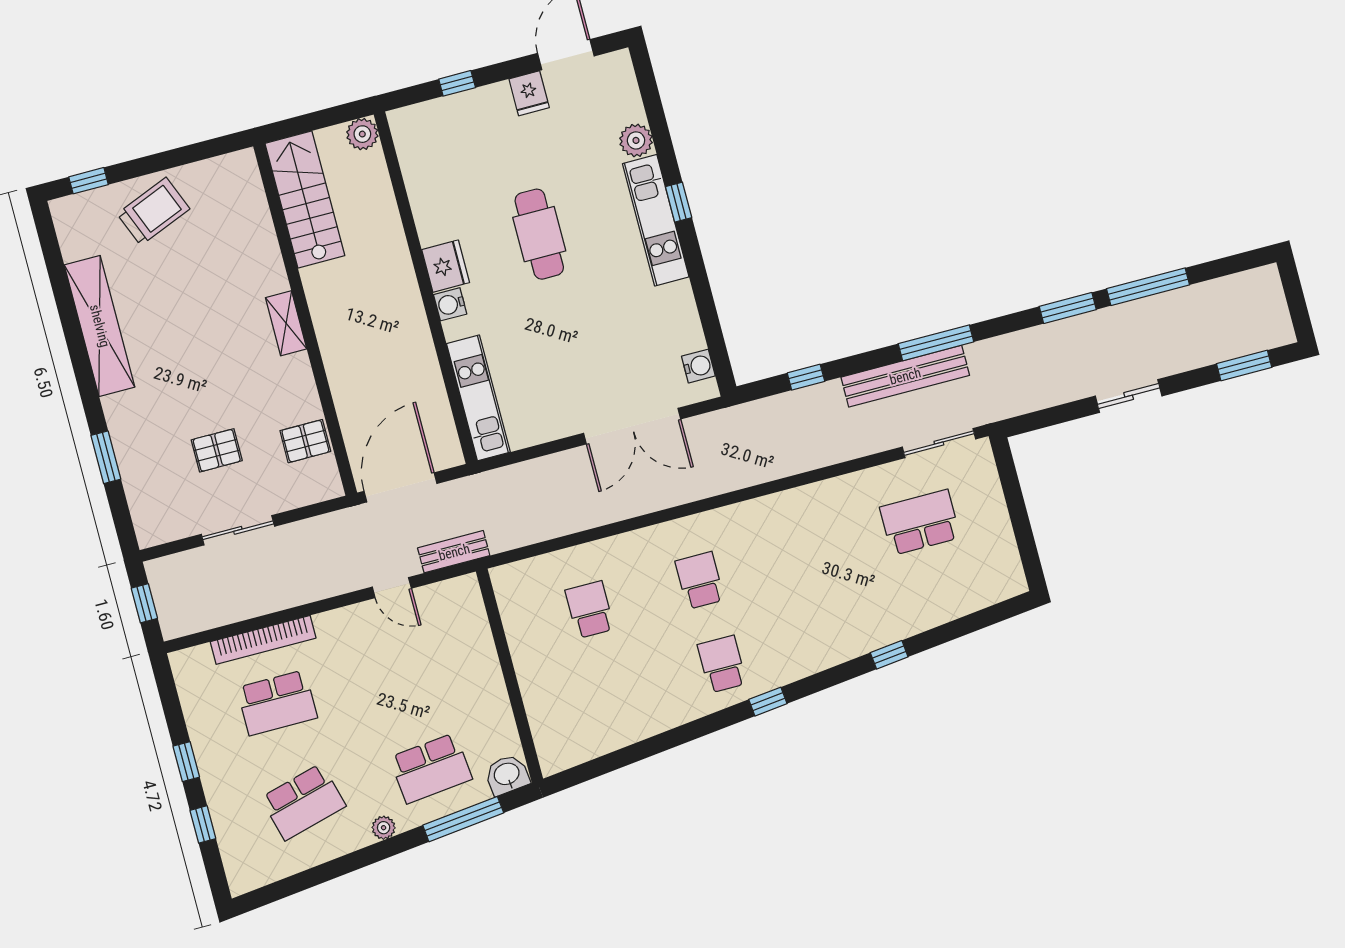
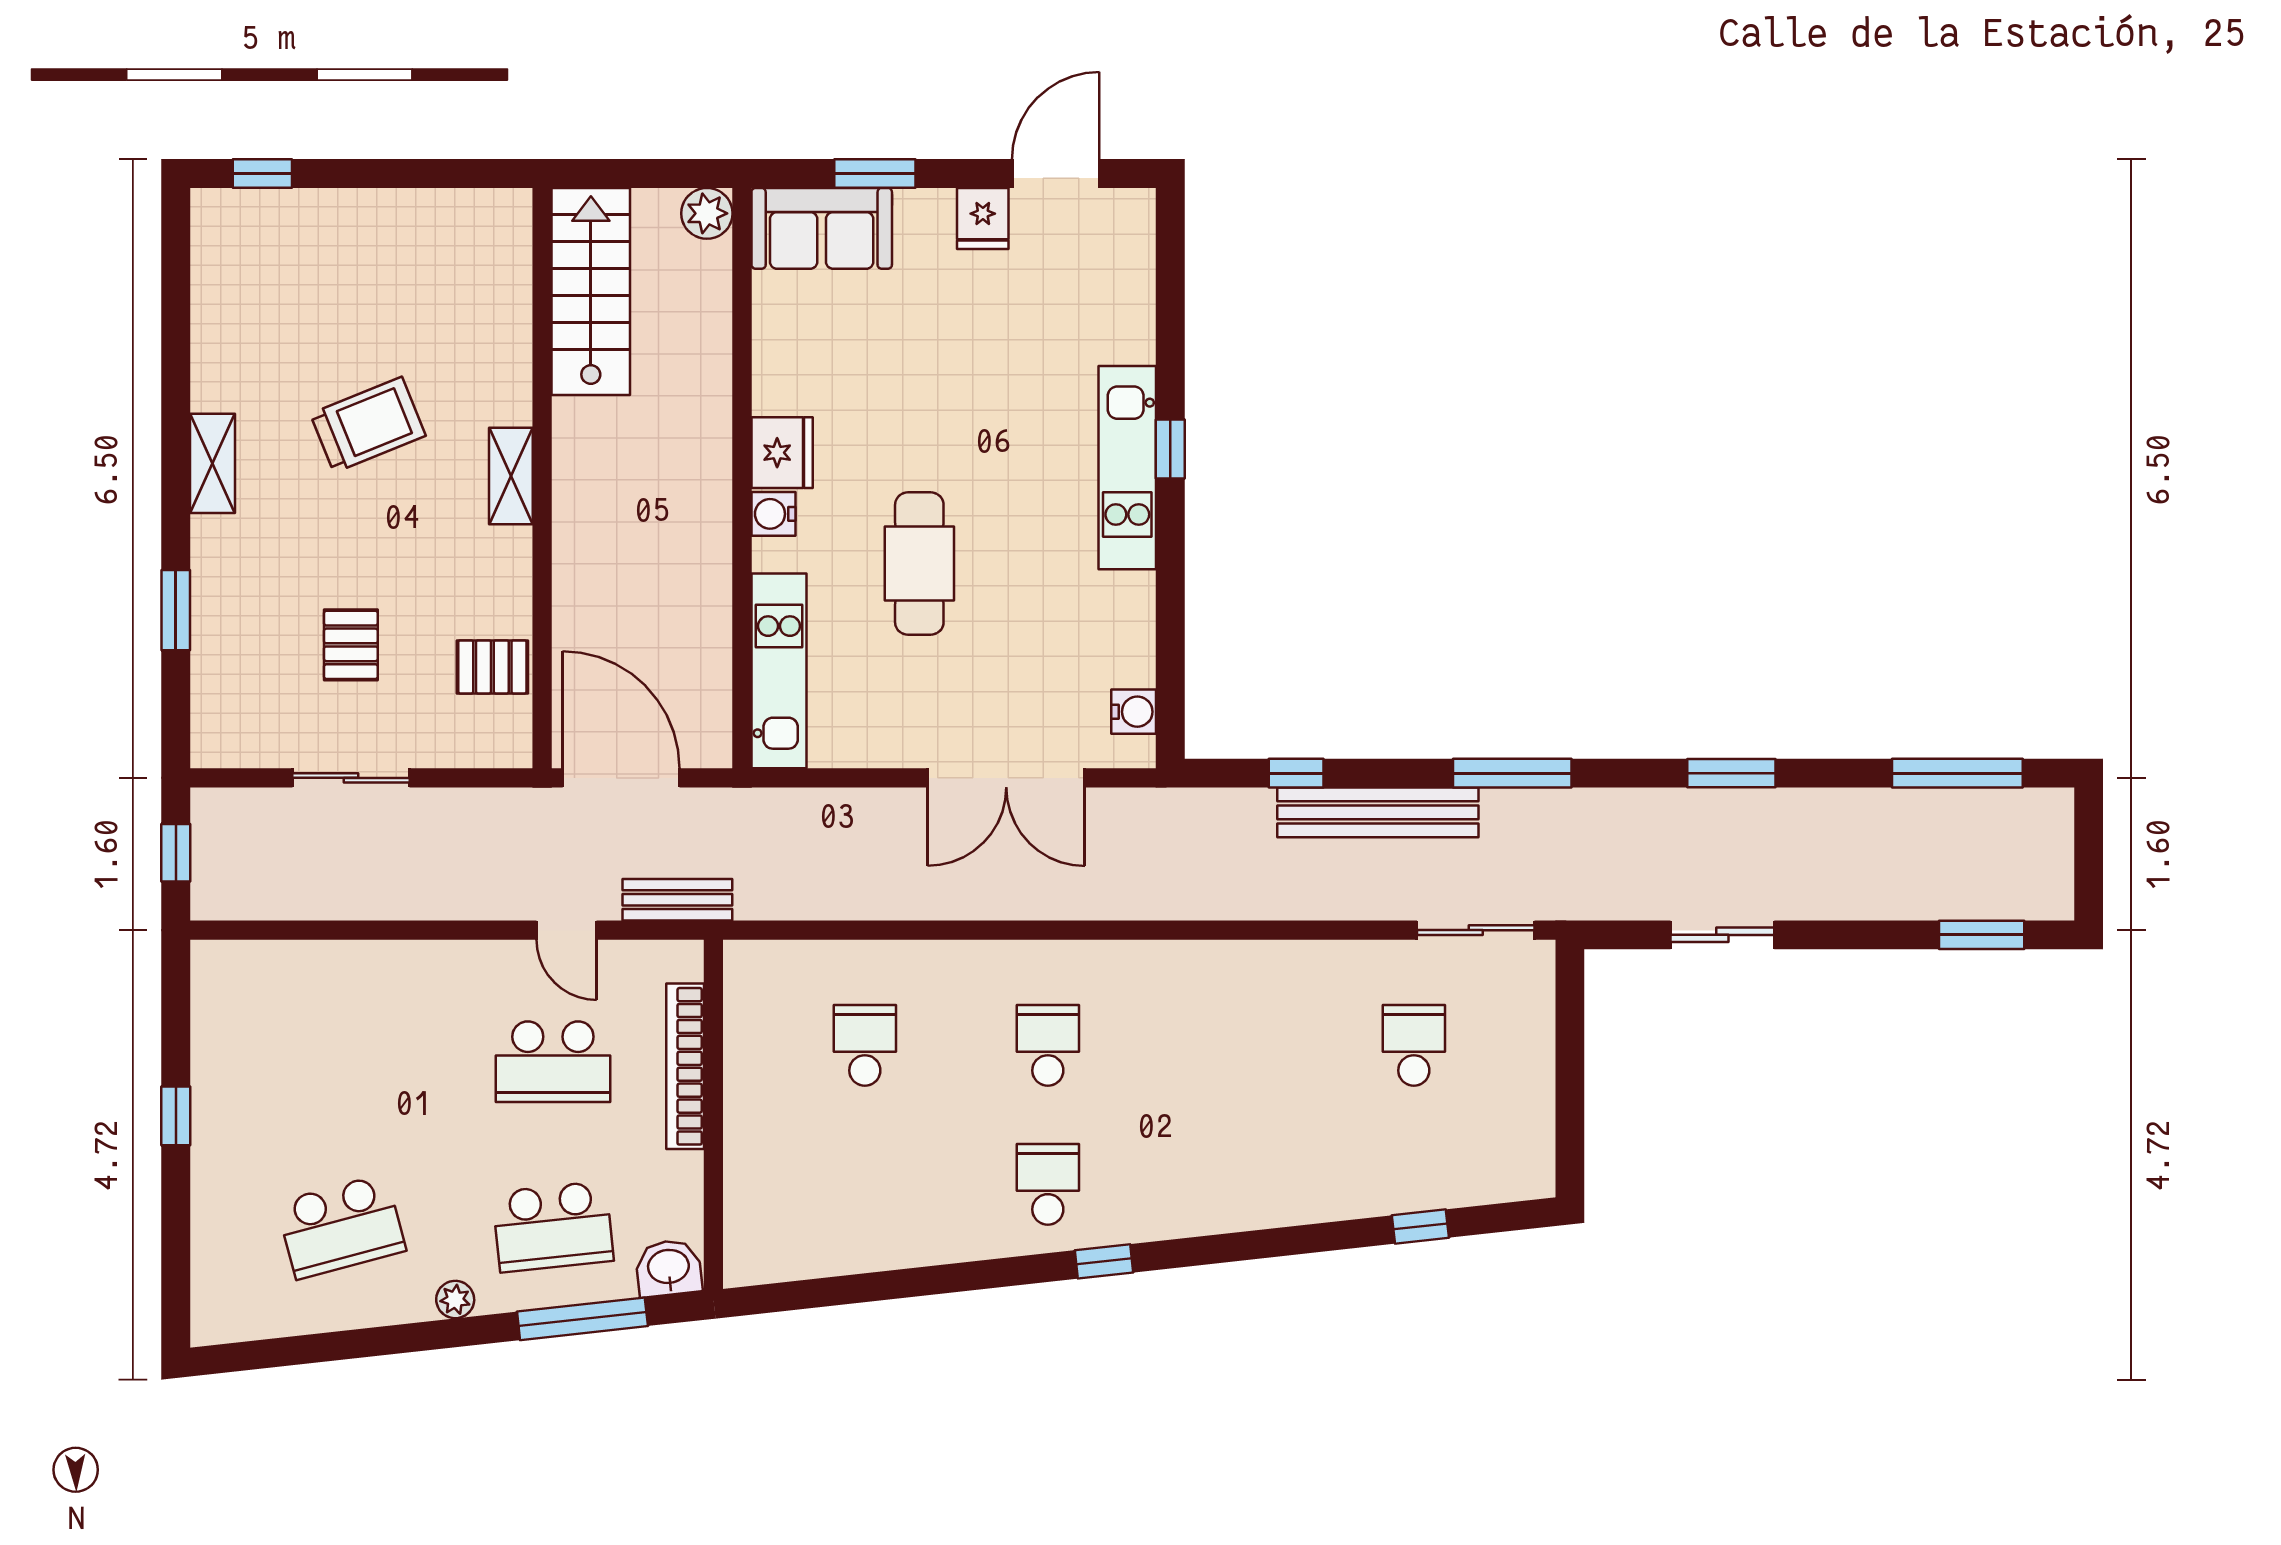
window: (457, 83) -> (875, 173), width x1.50
sofa: (434, 125) -> (822, 228), added
plant: (636, 140) -> (1129, 336), removed
trolley: (153, 211) -> (368, 425), moved
cafe table: (539, 234) -> (919, 564), moved
window: (1148, 287) -> (1957, 773), moved
shelving: (100, 326) -> (212, 463), width x0.45, depth x0.75
bench: (905, 376) -> (1378, 812), moved
sliding door: (1129, 396) -> (1722, 935), moved
pallet: (217, 450) -> (351, 645), turned 90
door: (400, 487) -> (621, 778), hinge flipped
school desk: (920, 522) -> (1414, 1045), width x0.54
bookcase: (263, 640) -> (685, 1066), moved, turned 90
window: (889, 655) -> (1420, 1227), moved
school desk: (277, 703) -> (553, 1062), moved
window: (203, 824) -> (176, 1220), removed

